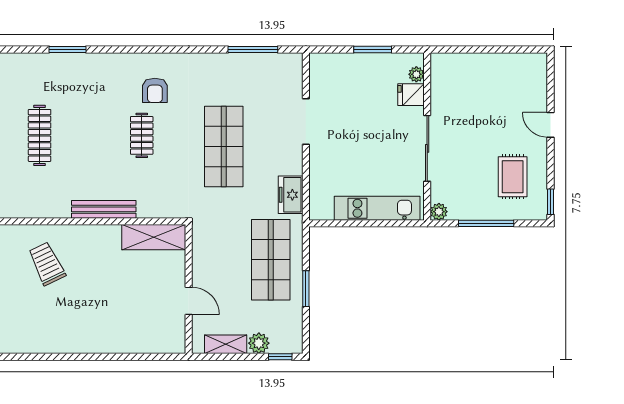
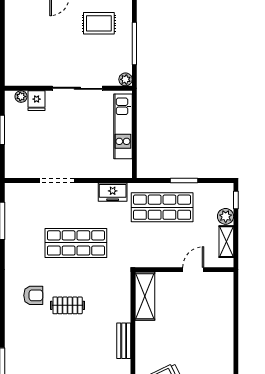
bench: (104, 209) -> (124, 341), width x0.73

